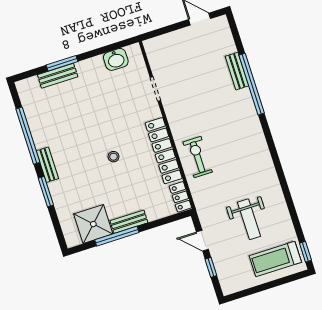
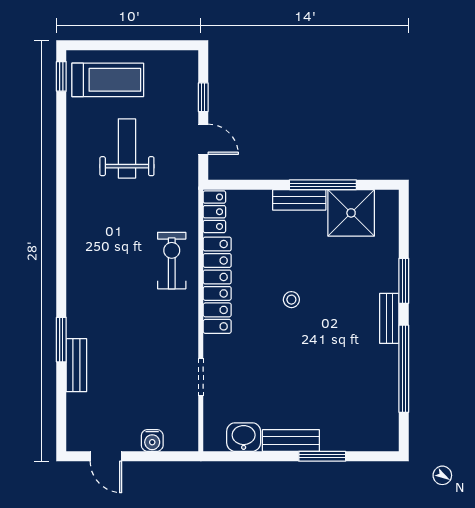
water cooler: (173, 39) -> (152, 440), added
bench: (58, 76) -> (291, 441), moved
window: (252, 84) -> (61, 340), width x0.47
exercise bike: (198, 157) -> (172, 261), turned 180

